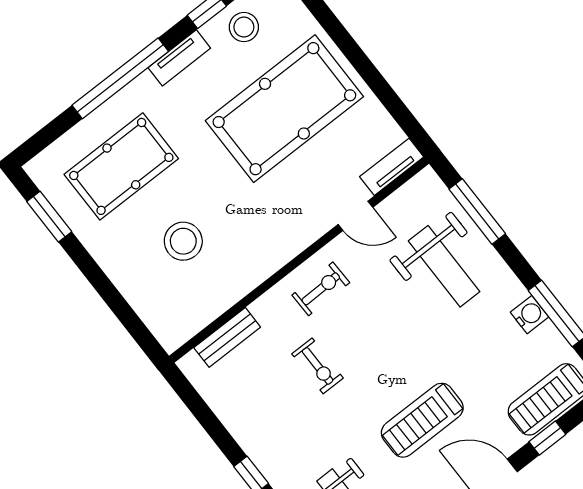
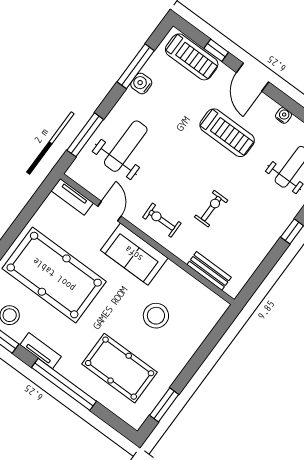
sofa: (282, 235) -> (134, 254), added

